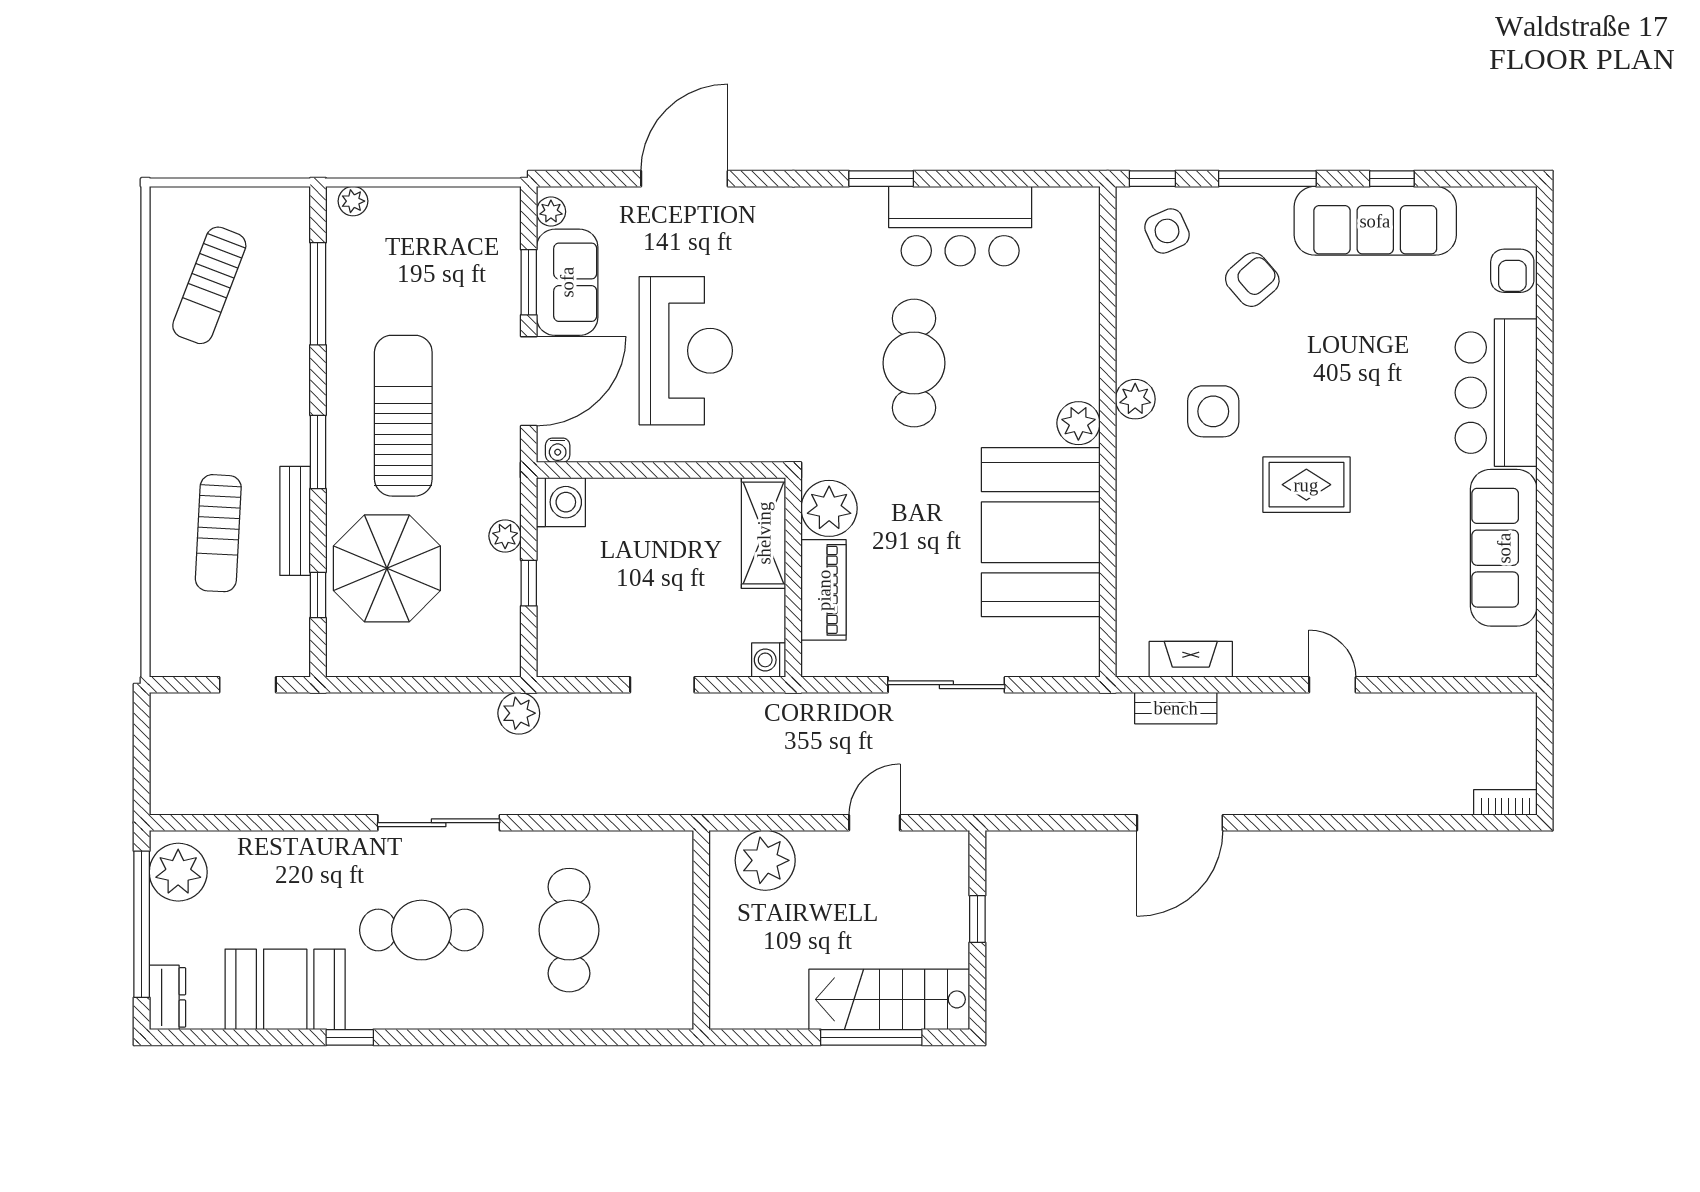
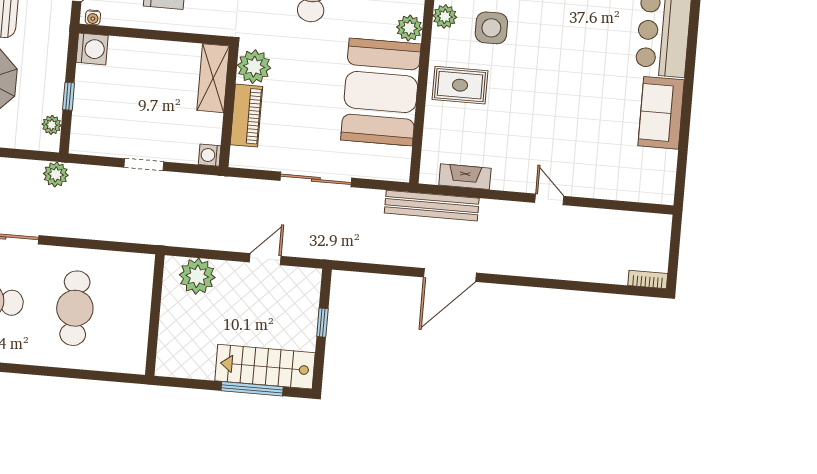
rug: (1306, 485) -> (460, 85), moved
plant: (505, 536) -> (52, 125), moved
sofa: (1504, 548) -> (661, 113), width x0.73
bench: (1176, 708) -> (432, 206), width x1.86, depth x1.21

